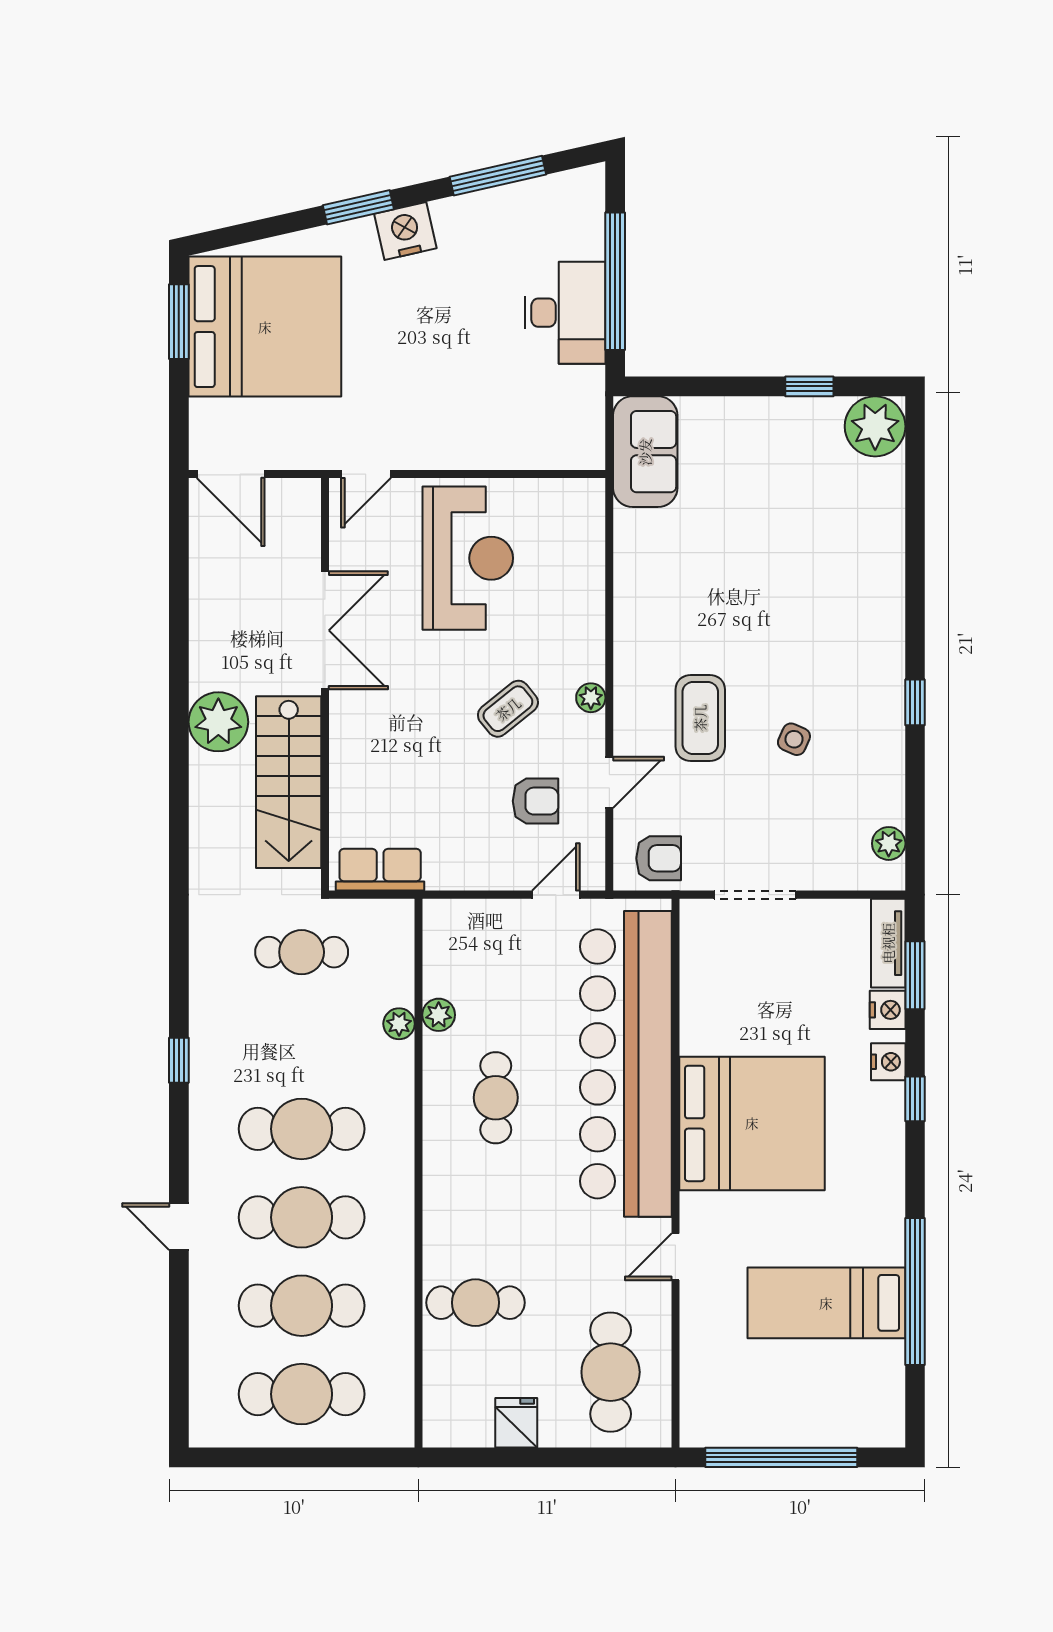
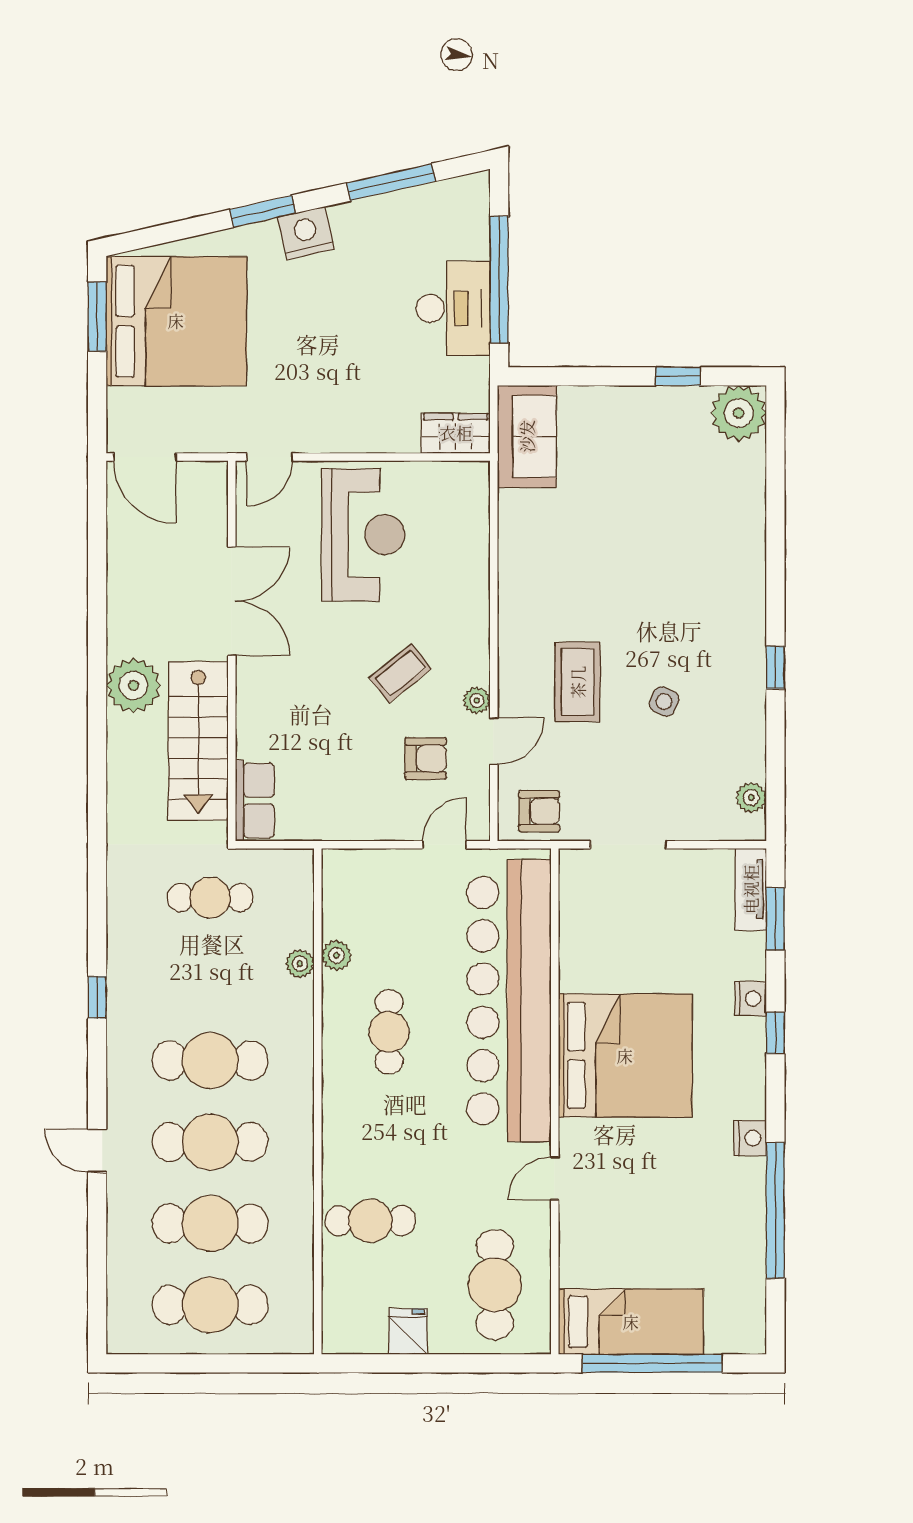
wardrobe: (568, 448) -> (456, 433), added
plant: (591, 698) -> (477, 701), moved
row of seats: (380, 870) -> (255, 800), moved, turned 90
nightstand: (888, 1010) -> (750, 1138), moved
bed: (826, 1303) -> (631, 1322), moved, turned 180

